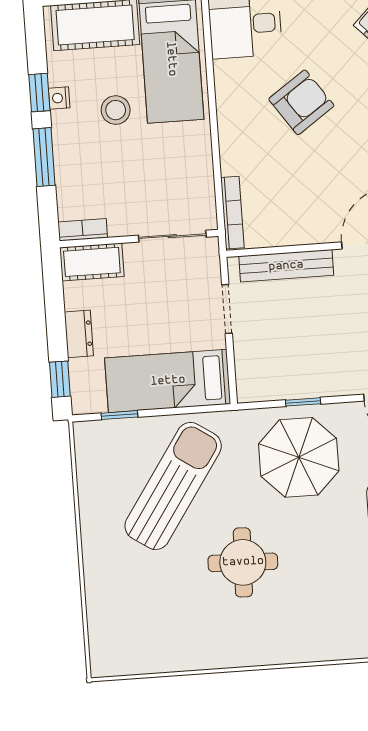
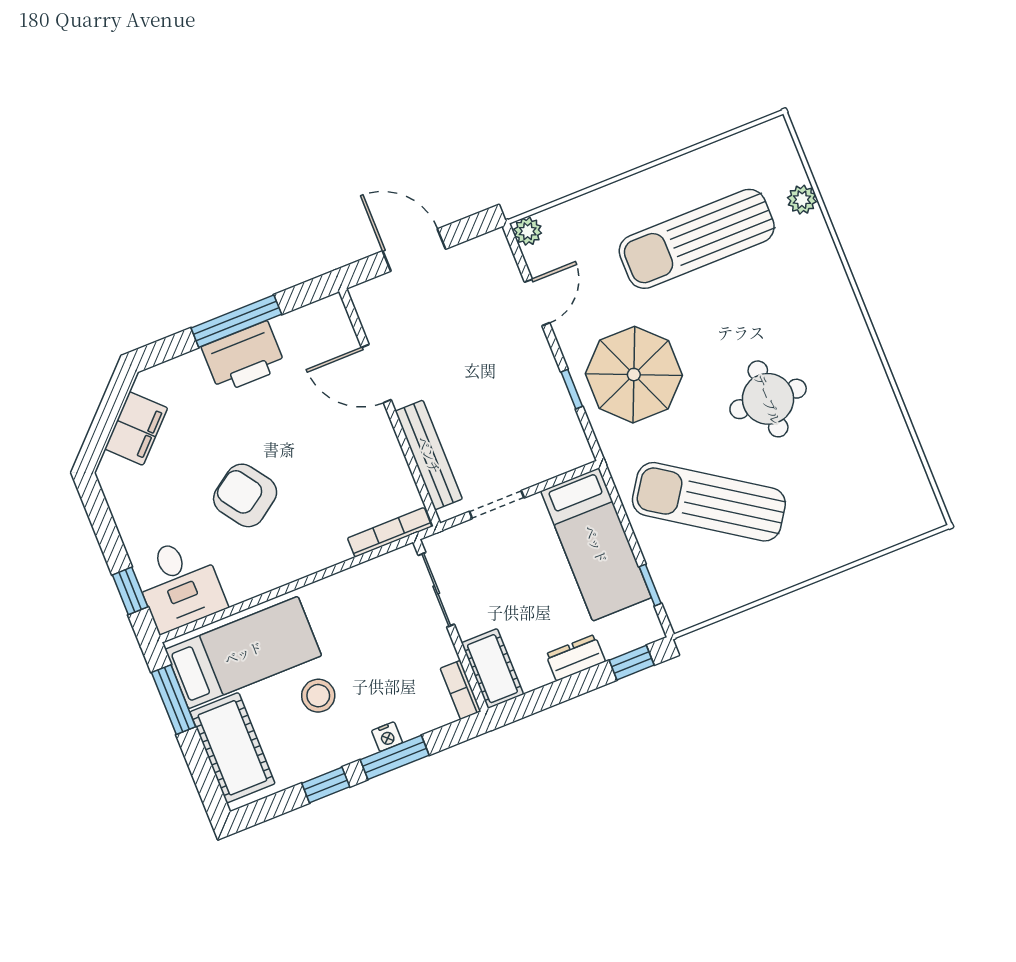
nightstand: (59, 98) -> (387, 737), moved

